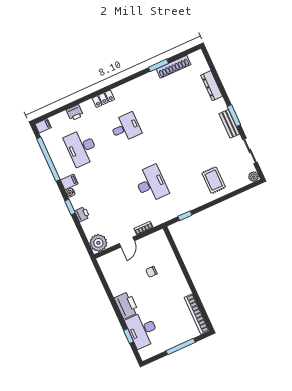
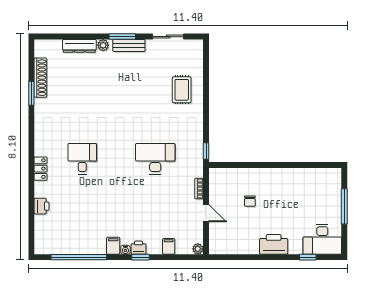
filing cabinet: (43, 126) -> (169, 246), moved
desk: (81, 148) -> (82, 216), removed
plant: (254, 177) -> (103, 45), moved
rug: (214, 180) -> (182, 90), turned 90
printer: (82, 214) -> (138, 248), moved
window: (185, 216) -> (206, 151), moved
plant: (98, 243) -> (198, 249), width x0.53, depth x0.53
bookcase: (197, 314) -> (317, 173), removed
desk: (142, 330) -> (322, 239), moved

